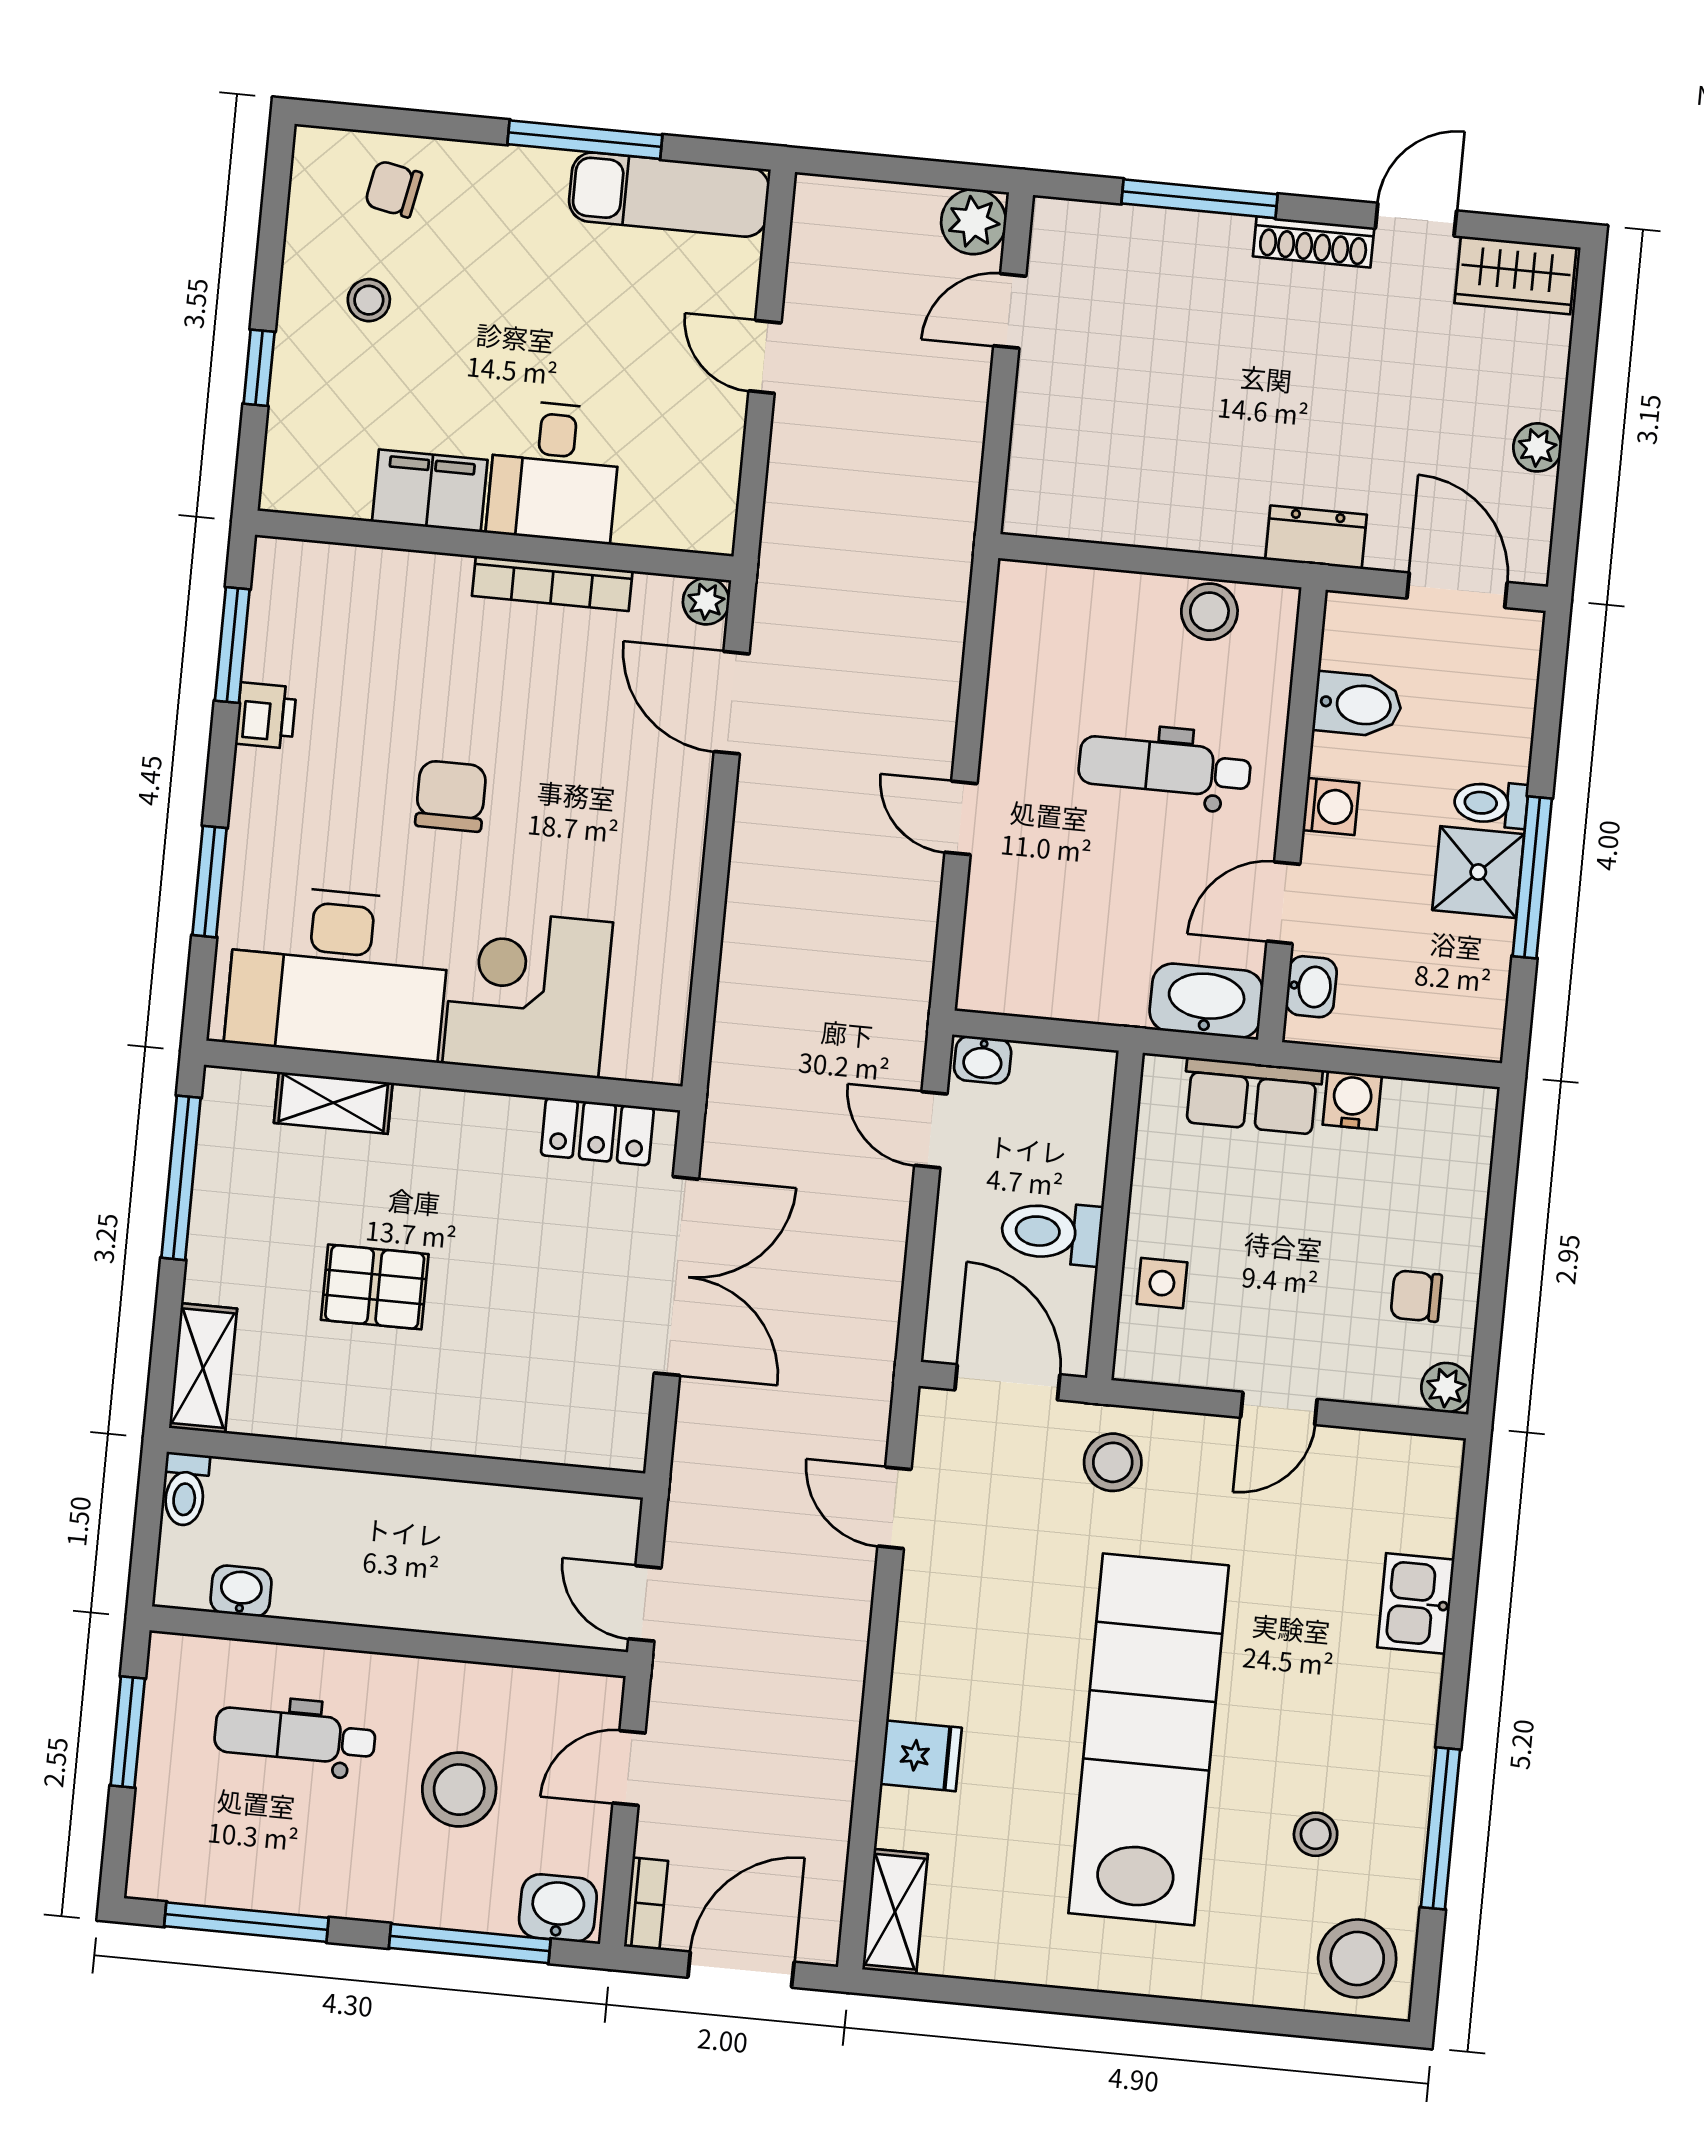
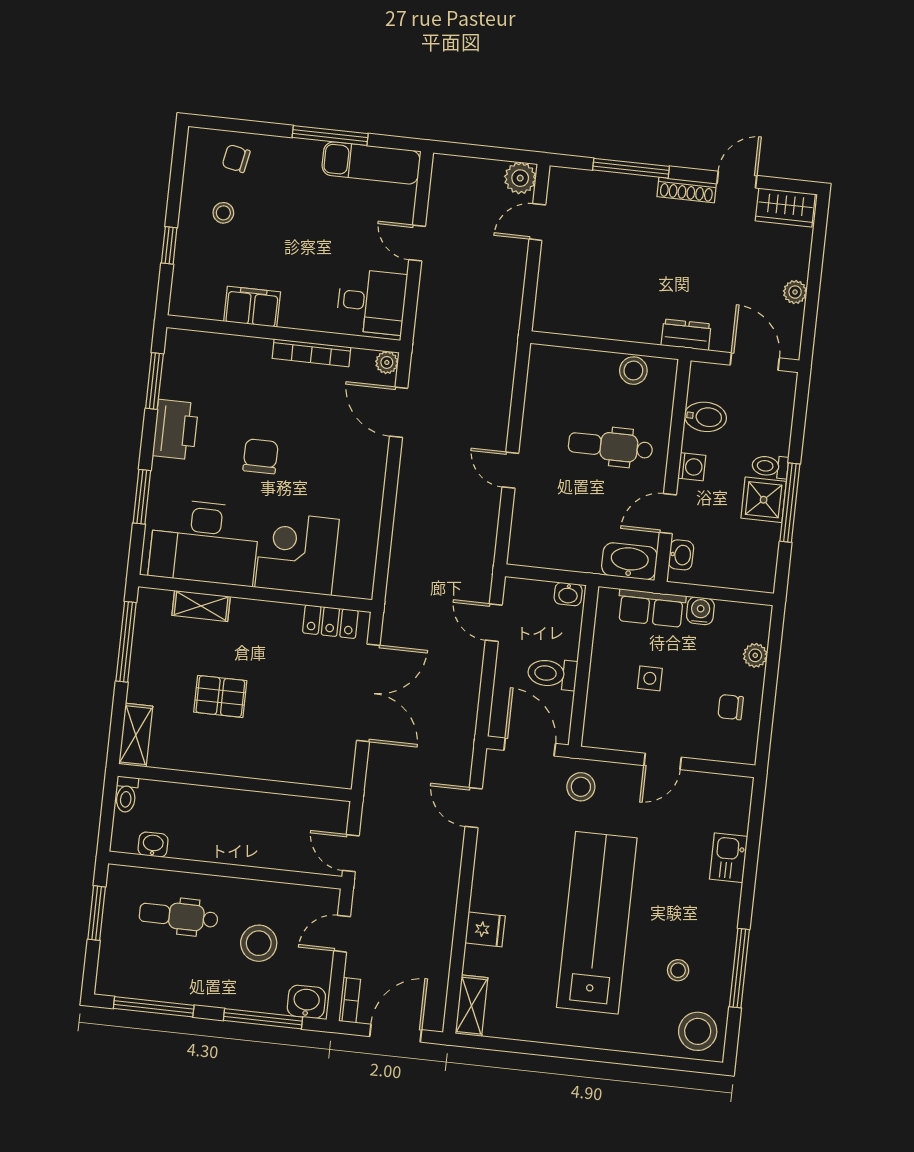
desk: (554, 472) -> (372, 302), moved, turned -90
printer: (266, 716) -> (176, 430), width x1.87, depth x1.48
washbasin: (983, 1060) -> (568, 594), moved
side table: (1162, 1283) -> (650, 678), moved
plant: (1446, 1388) -> (755, 655), moved

